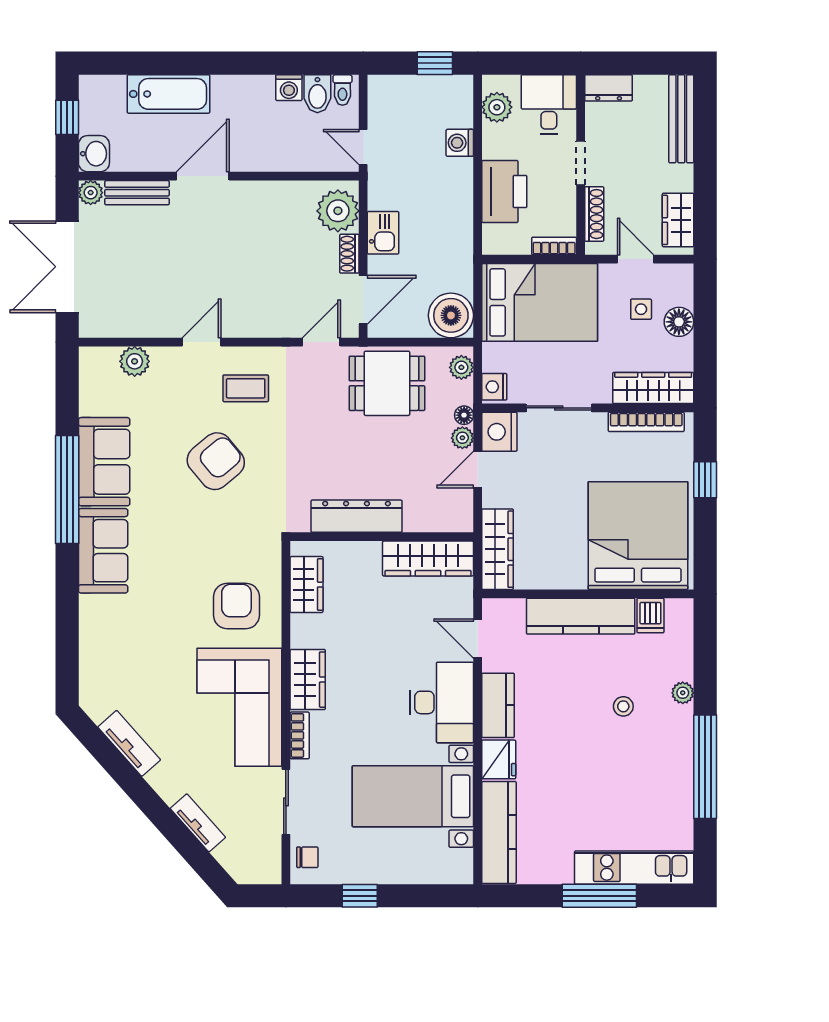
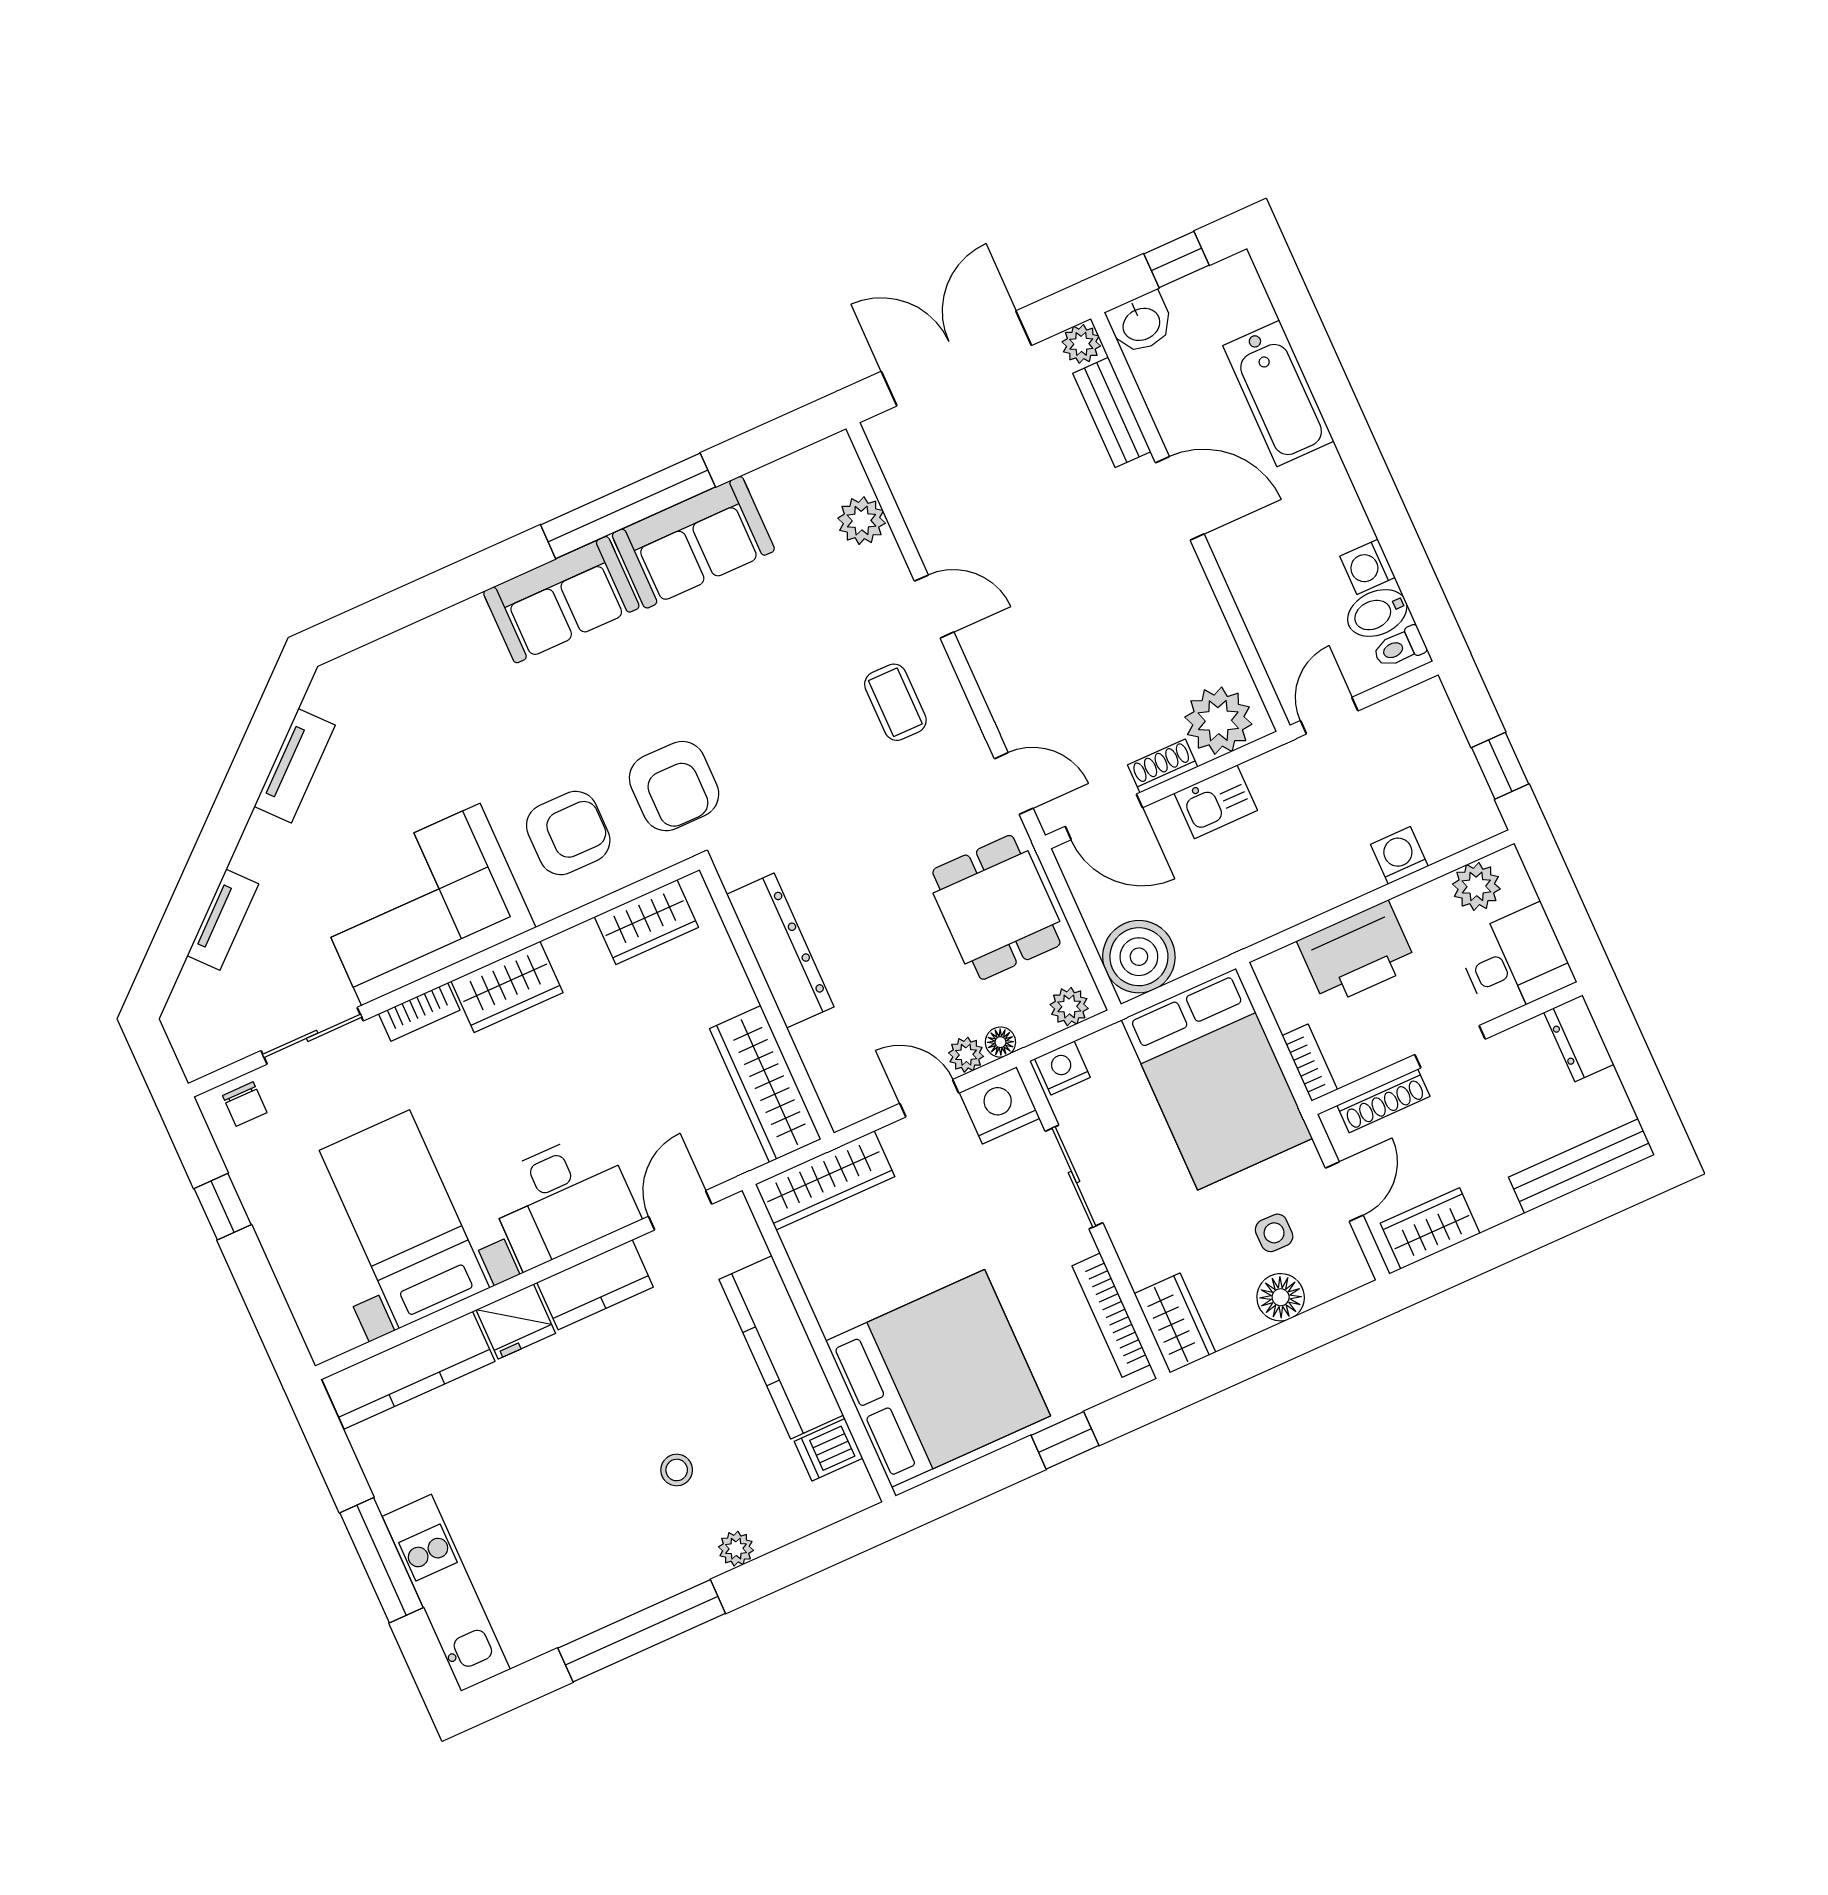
wardrobe: (653, 388) -> (1175, 1323), width x0.67
armchair: (216, 461) -> (674, 786), moved, turned 40

